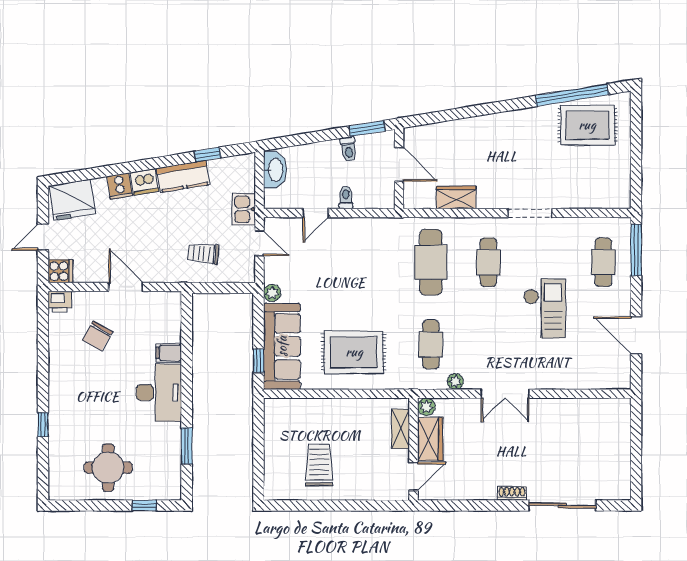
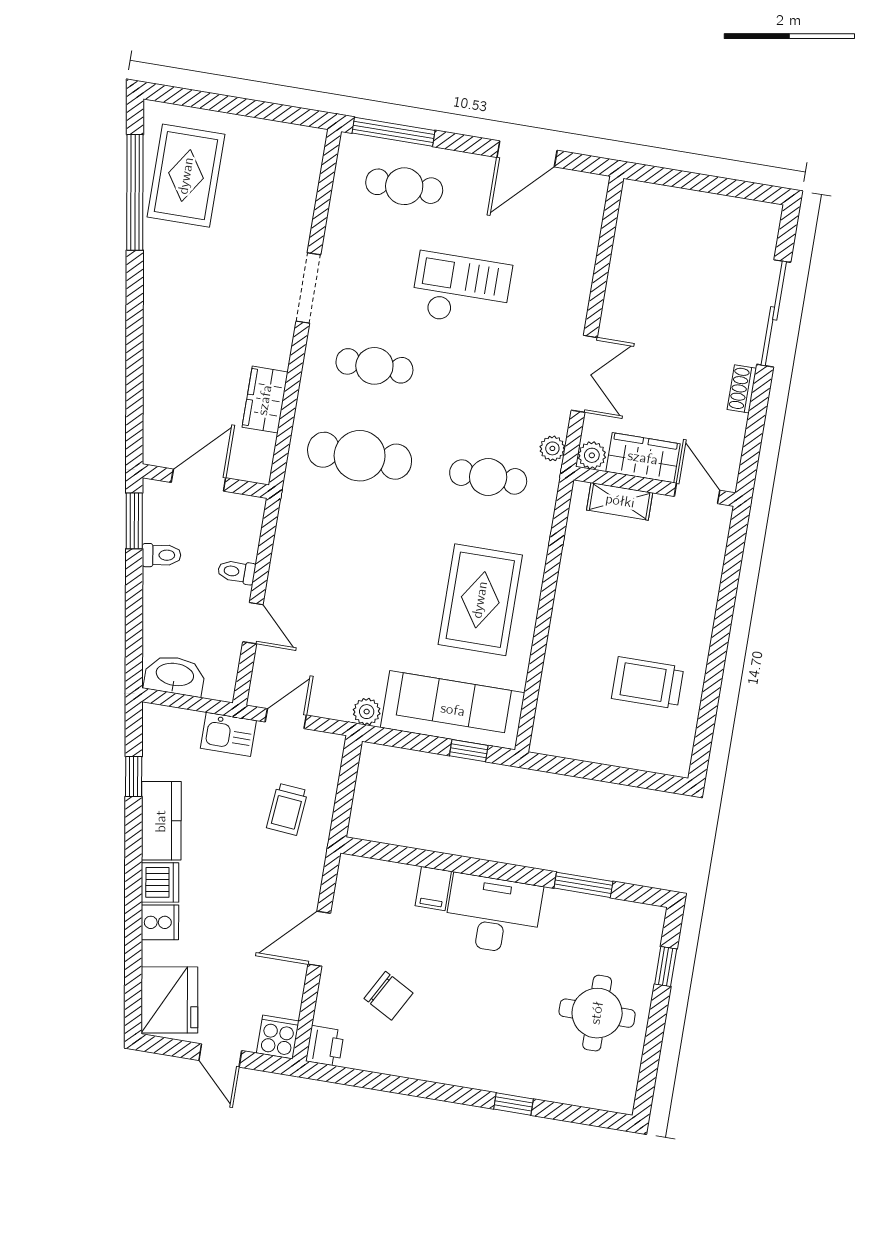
plant: (426, 407) -> (592, 455), moved
shelving: (400, 429) -> (620, 501), moved
wardrobe: (430, 439) -> (643, 458), moved
wall: (413, 449) -> (655, 486), moved
door: (413, 476) -> (697, 493), moved

